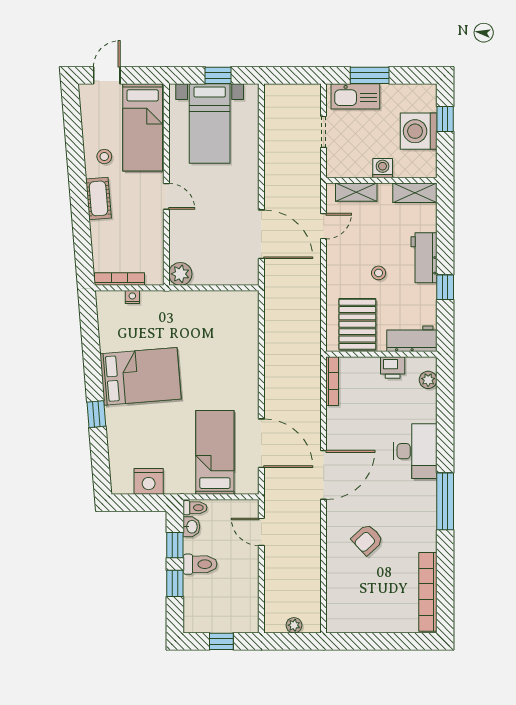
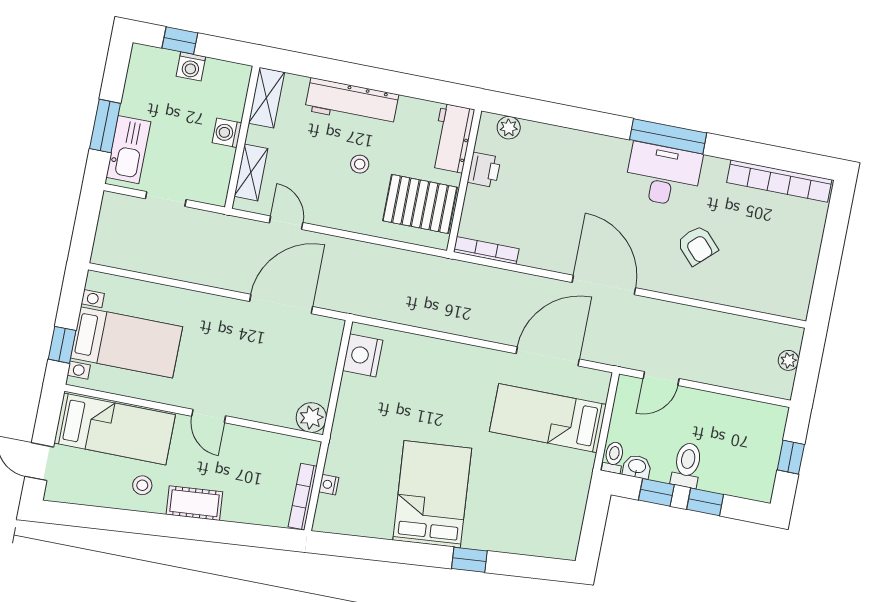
window: (218, 75) -> (62, 345), moved
washing machine: (419, 131) -> (191, 66), width x0.53, depth x0.53
door: (166, 196) -> (209, 416), swing flipped
workbench: (424, 258) -> (352, 102), width x1.37
window: (445, 287) -> (395, 83), removed
desk: (415, 451) -> (663, 175), moved
nightstand: (149, 481) -> (363, 355), moved, turned 180

